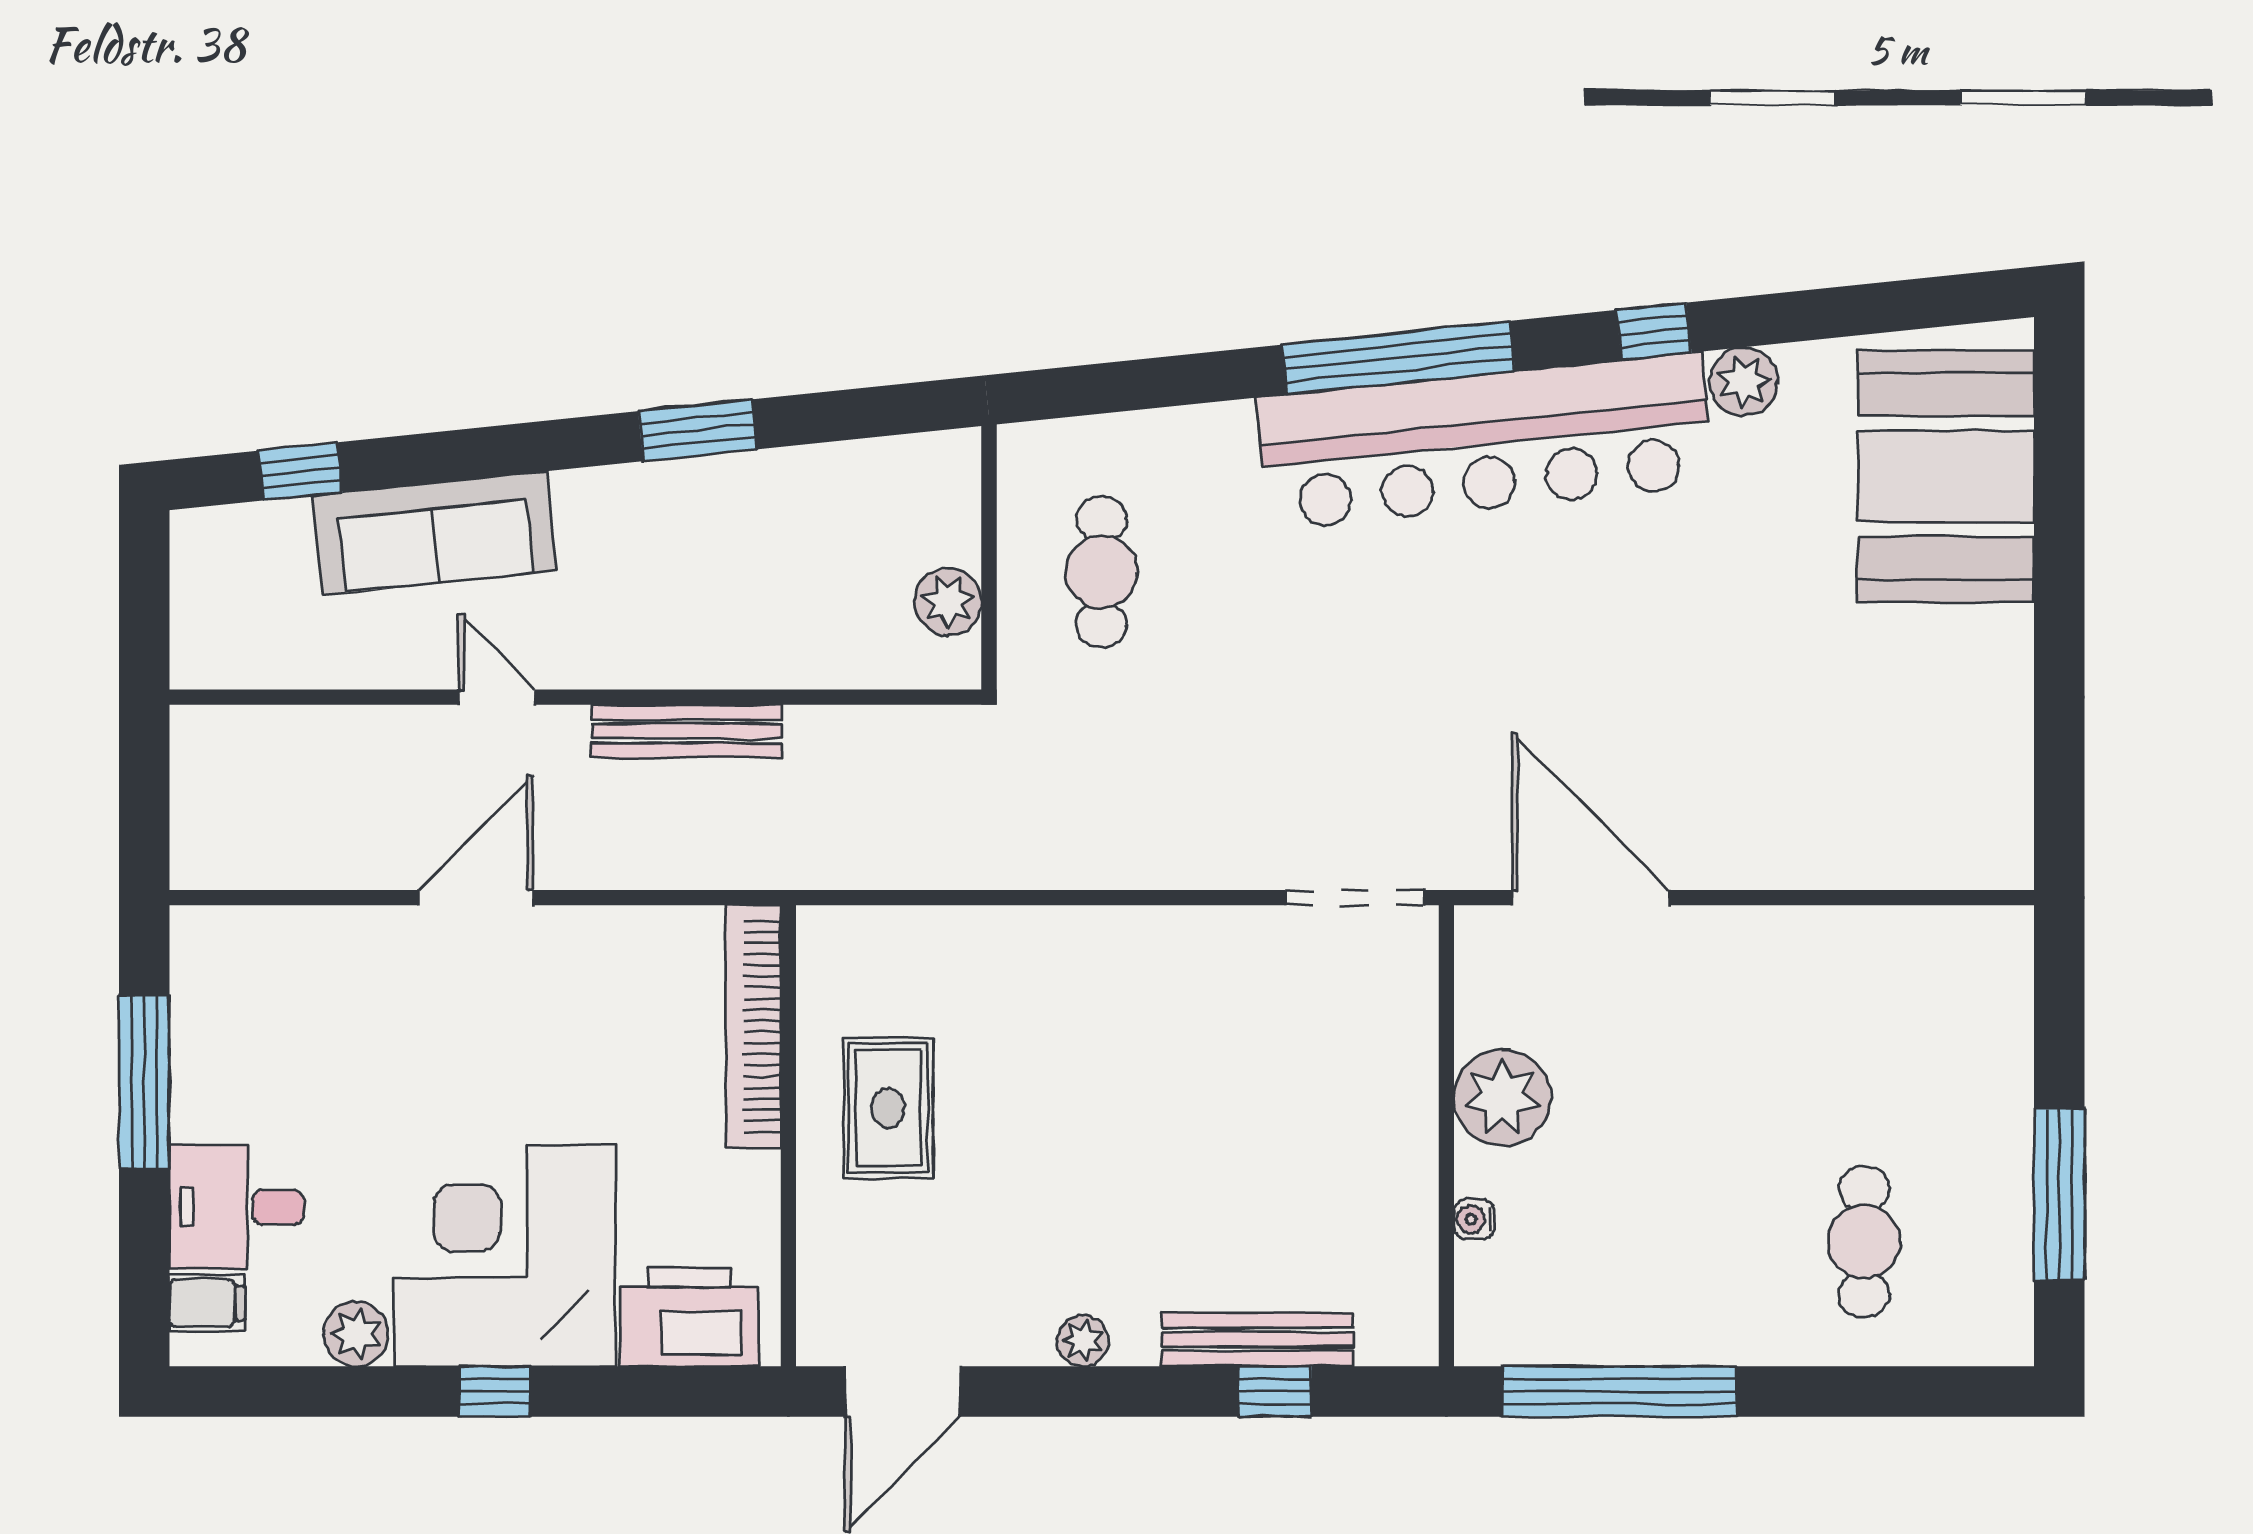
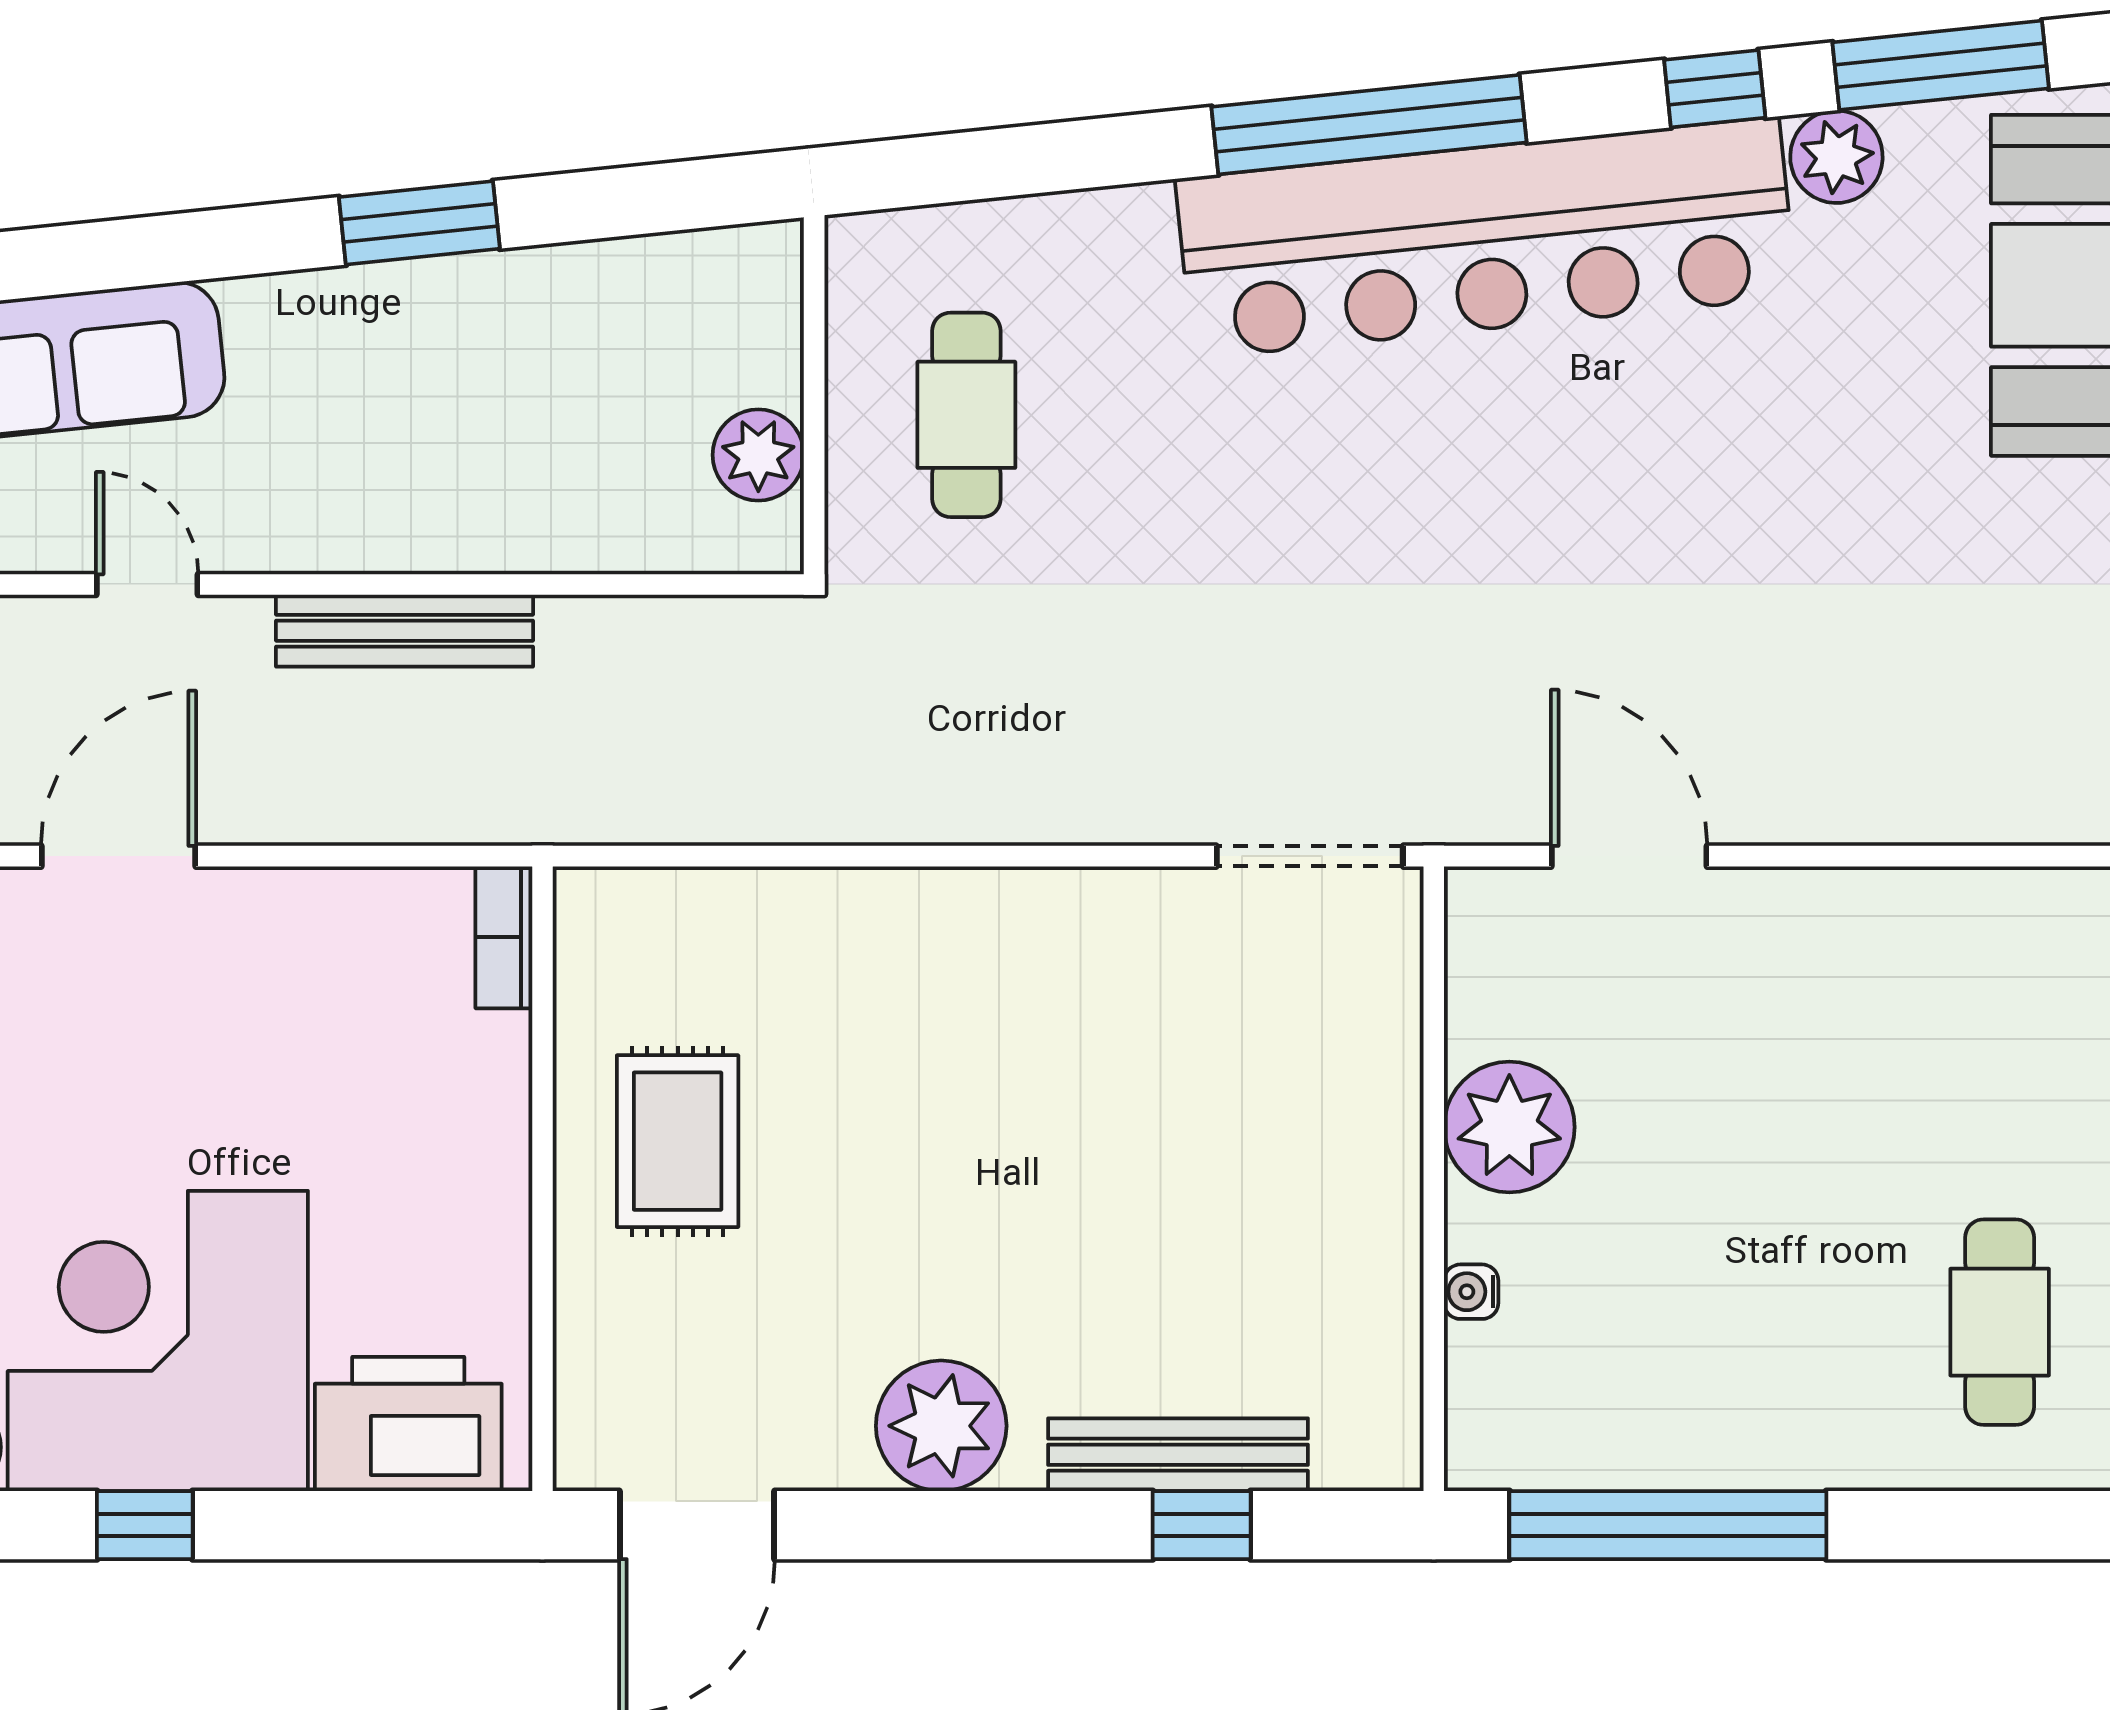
window: (1821, 314) -> (1941, 65), added
door: (1591, 898) -> (1629, 856), width x0.73
bookcase: (753, 1026) -> (504, 937), width x0.43, depth x0.76
plant: (1083, 1341) -> (941, 1426), width x1.87, depth x1.87

